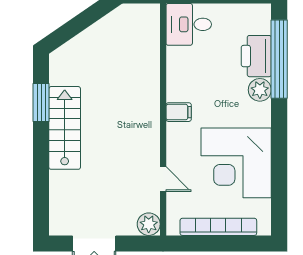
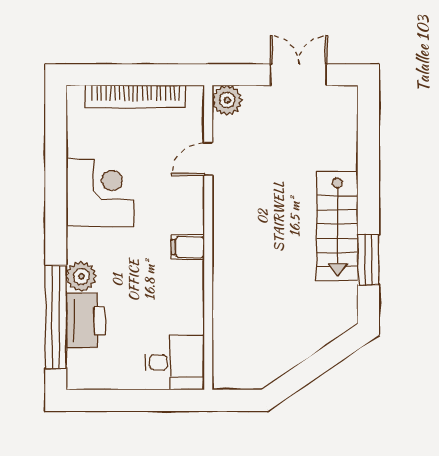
corner desk: (236, 163) -> (100, 193), width x0.74, depth x0.74
door: (163, 179) -> (208, 159), hinge flipped

